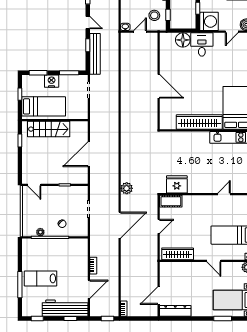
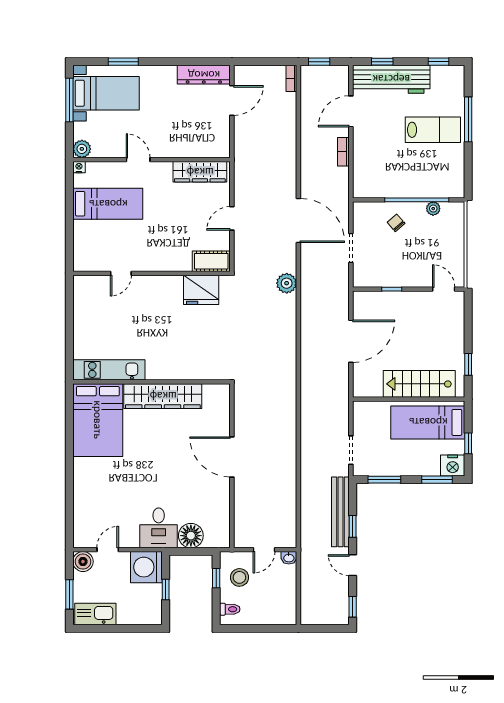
nightstand: (52, 81) -> (453, 465), moved
door: (120, 225) -> (298, 220), swing flipped

